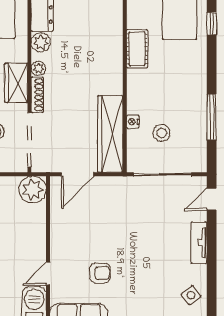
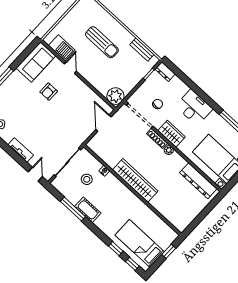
plant: (41, 42) -> (180, 162), removed
cot: (137, 49) -> (88, 210), moved
wardrobe: (110, 134) -> (135, 180), moved

